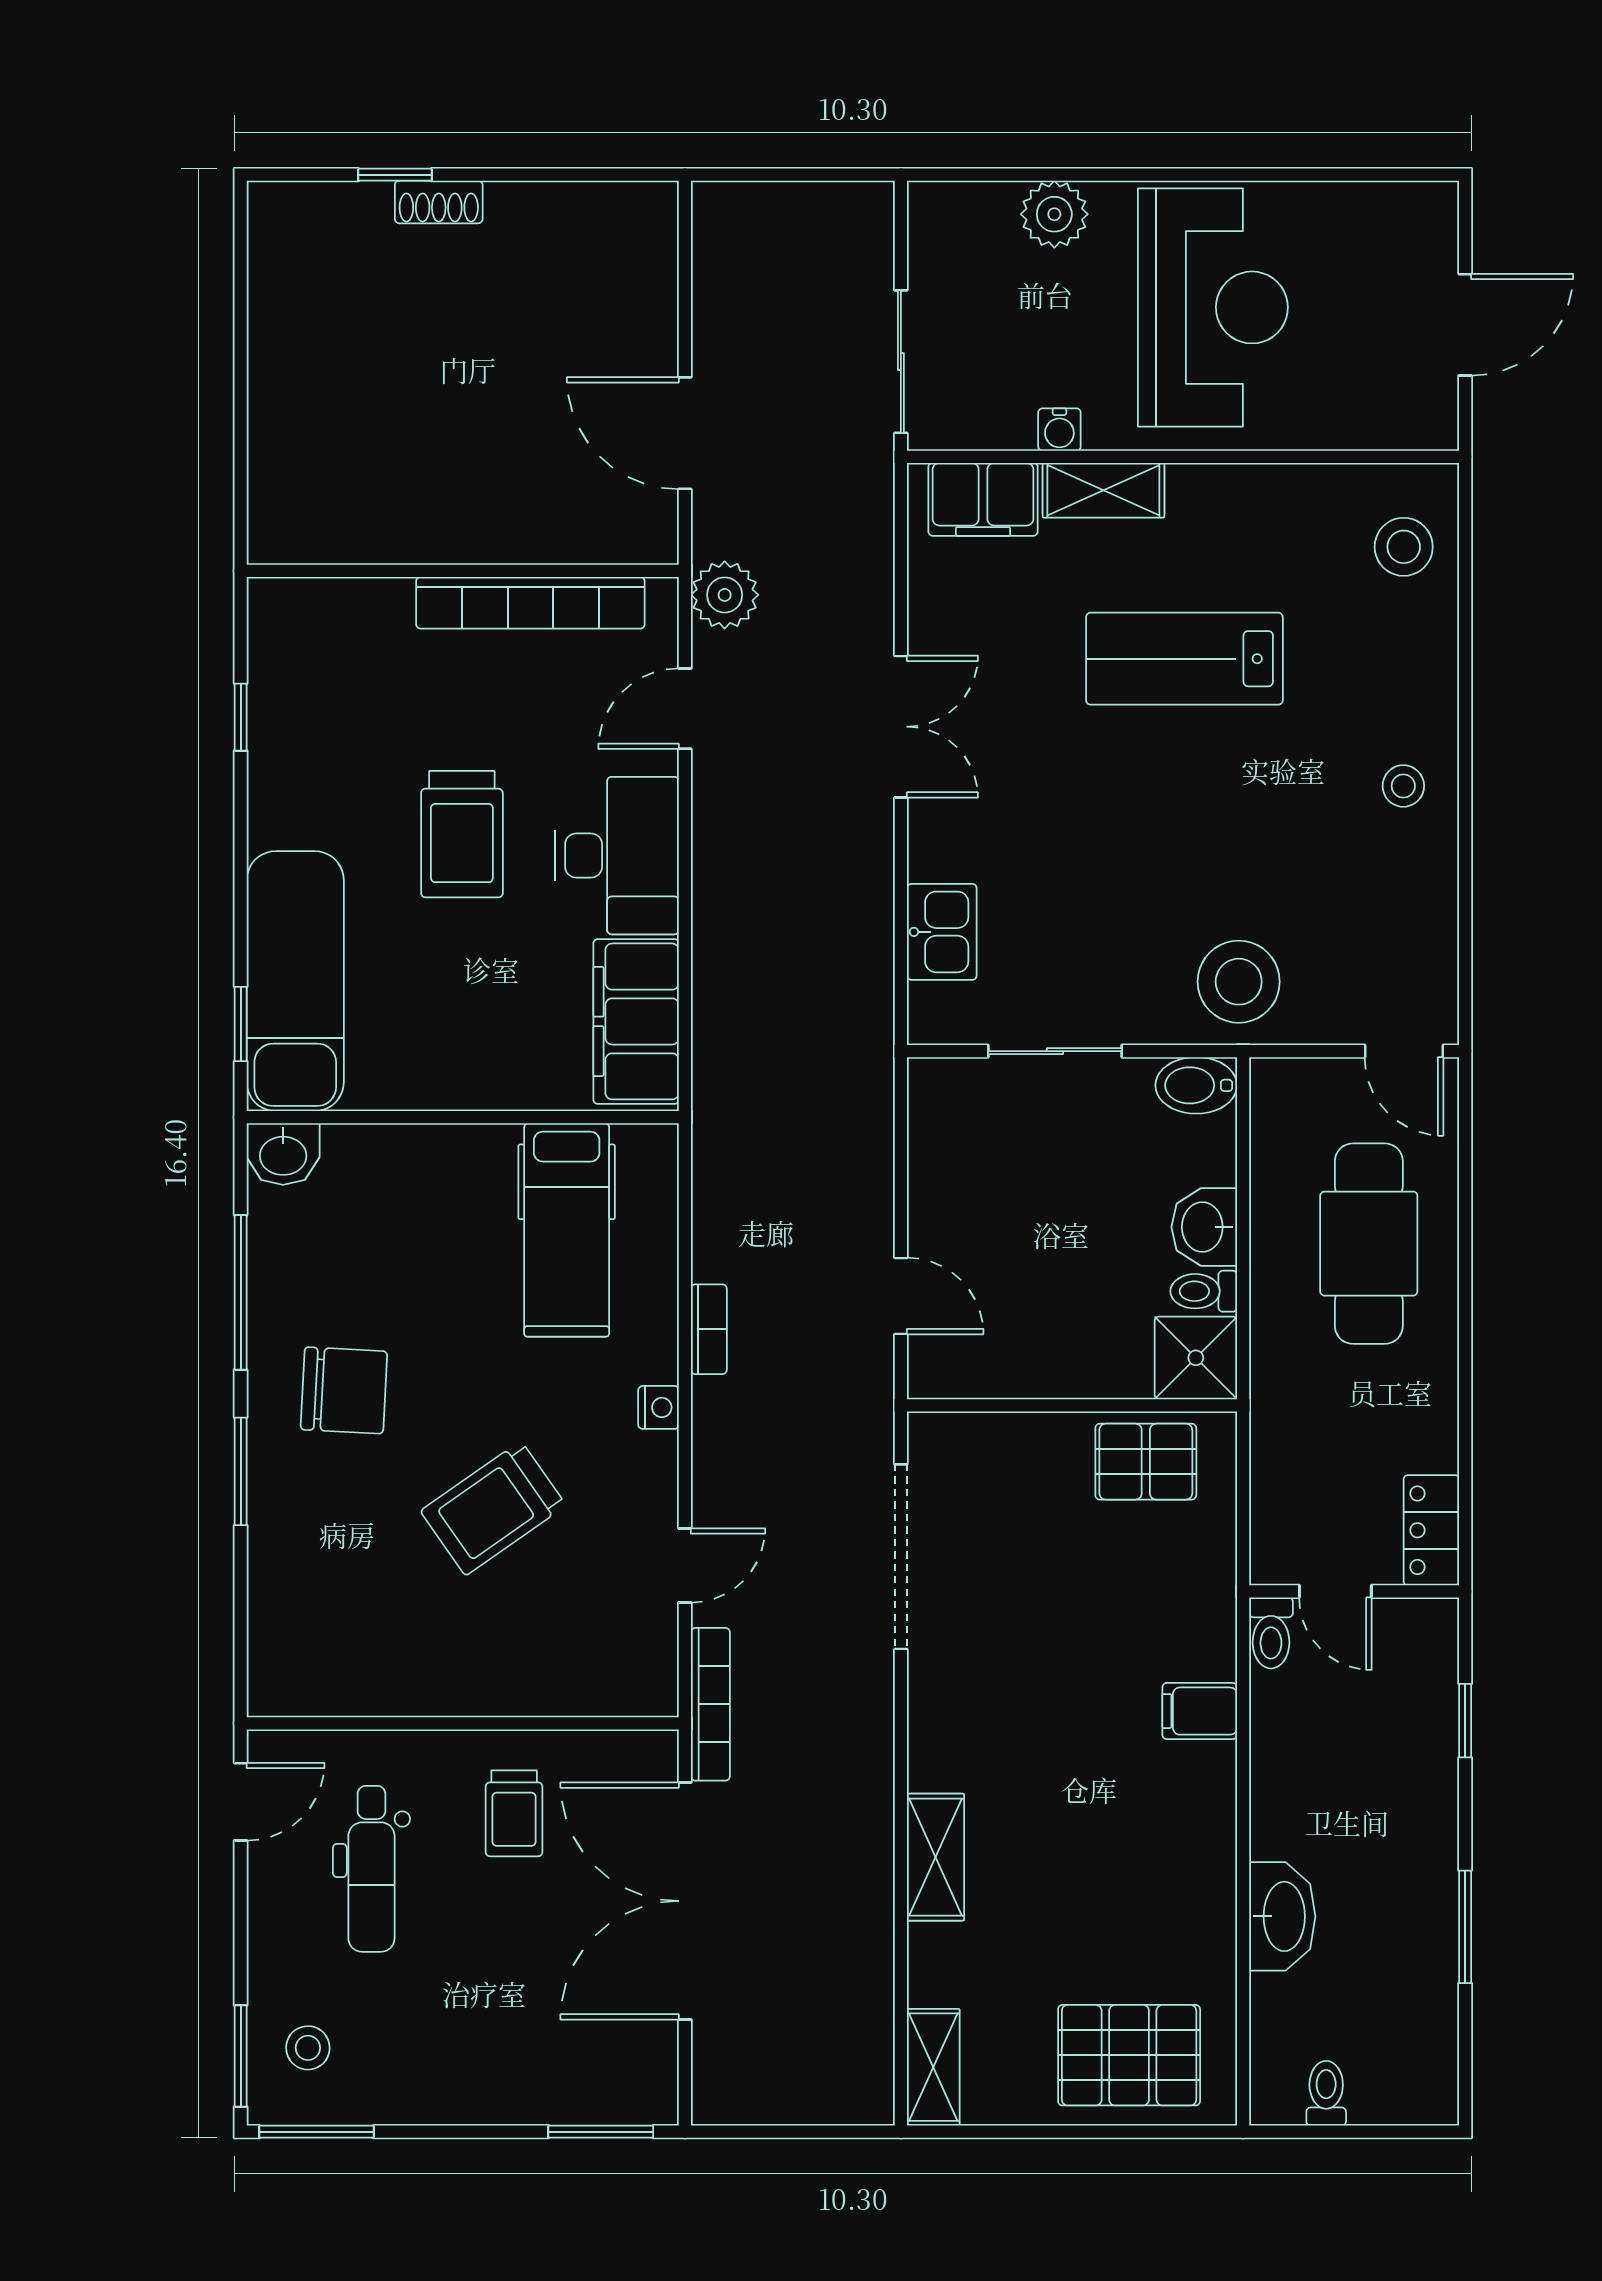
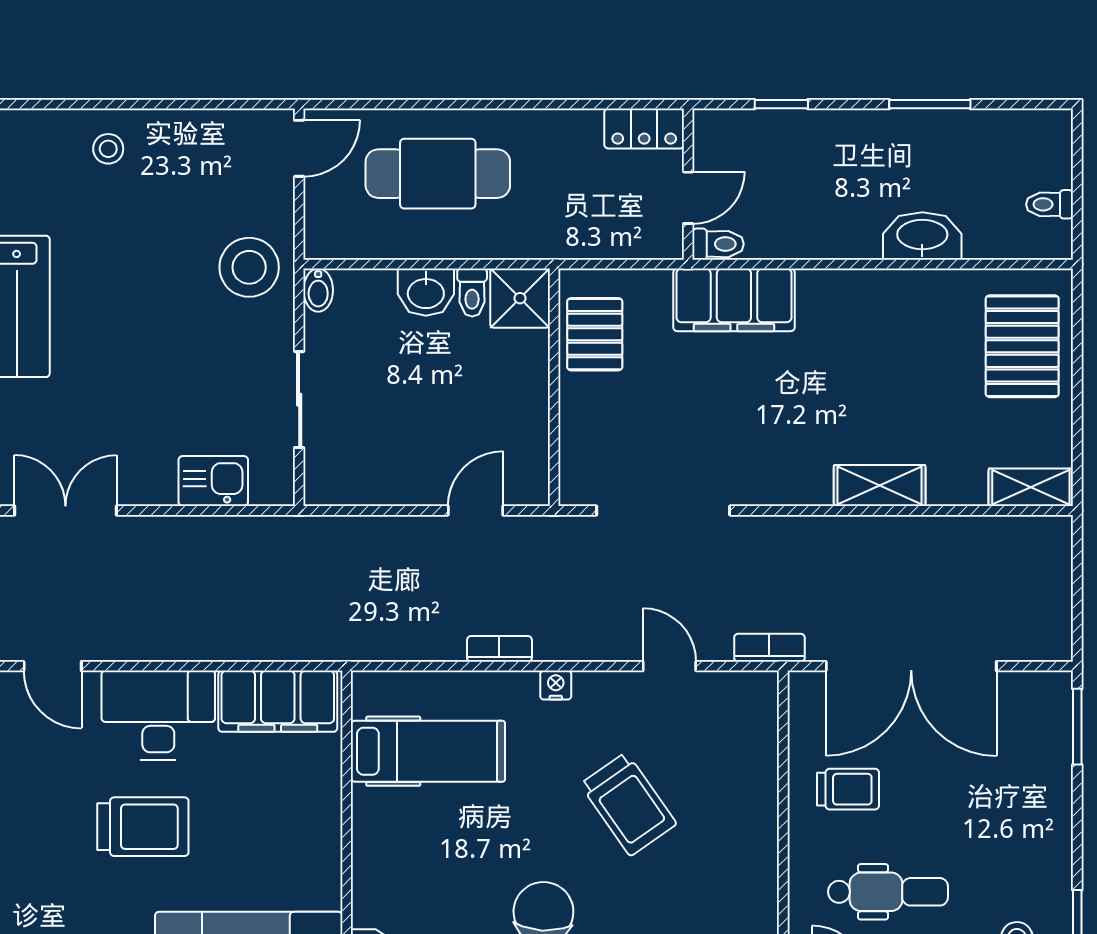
bidet: (1196, 1085) -> (318, 290), width x0.72, depth x0.74
bookcase: (710, 1704) -> (769, 648), width x0.64
filing cabinet: (1200, 1711) -> (734, 300), width x3.00, depth x1.17

